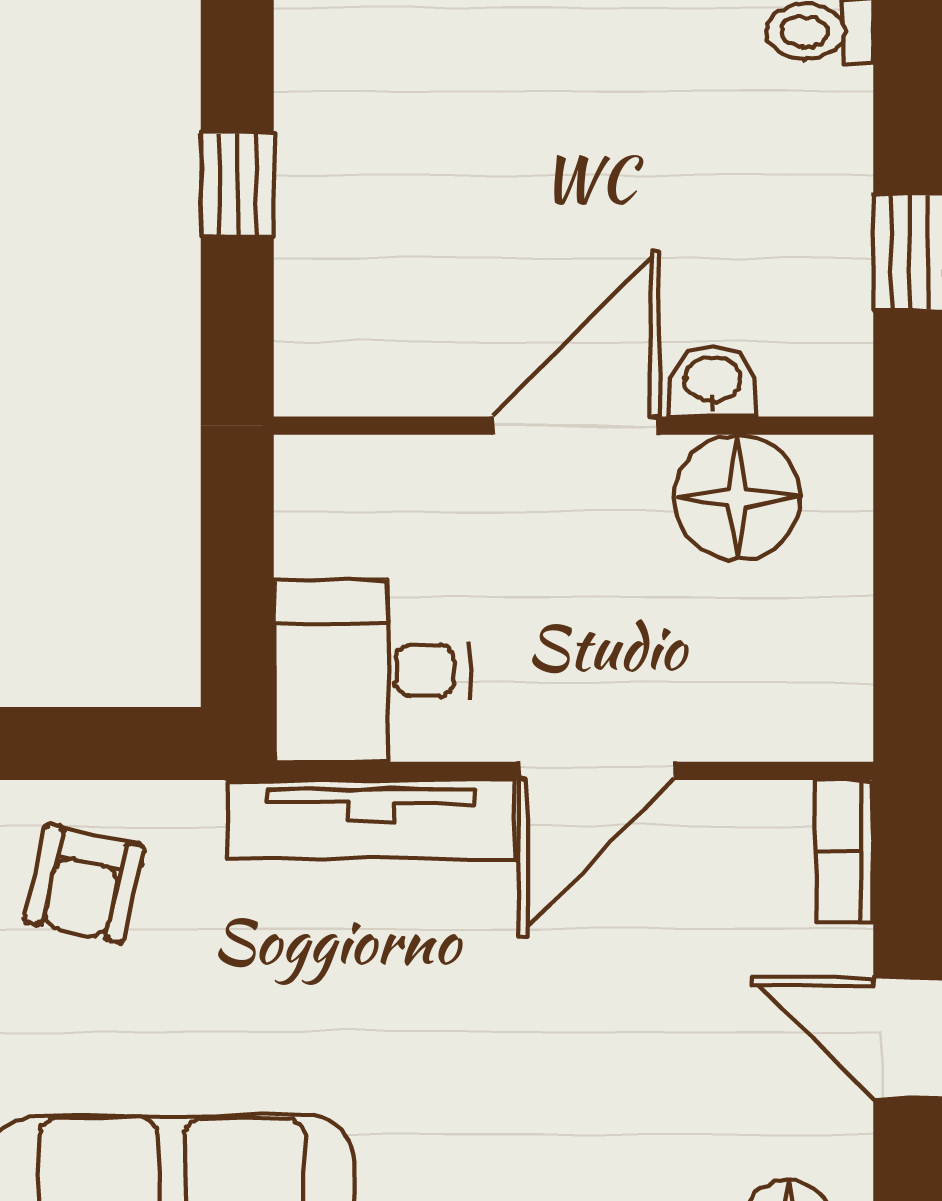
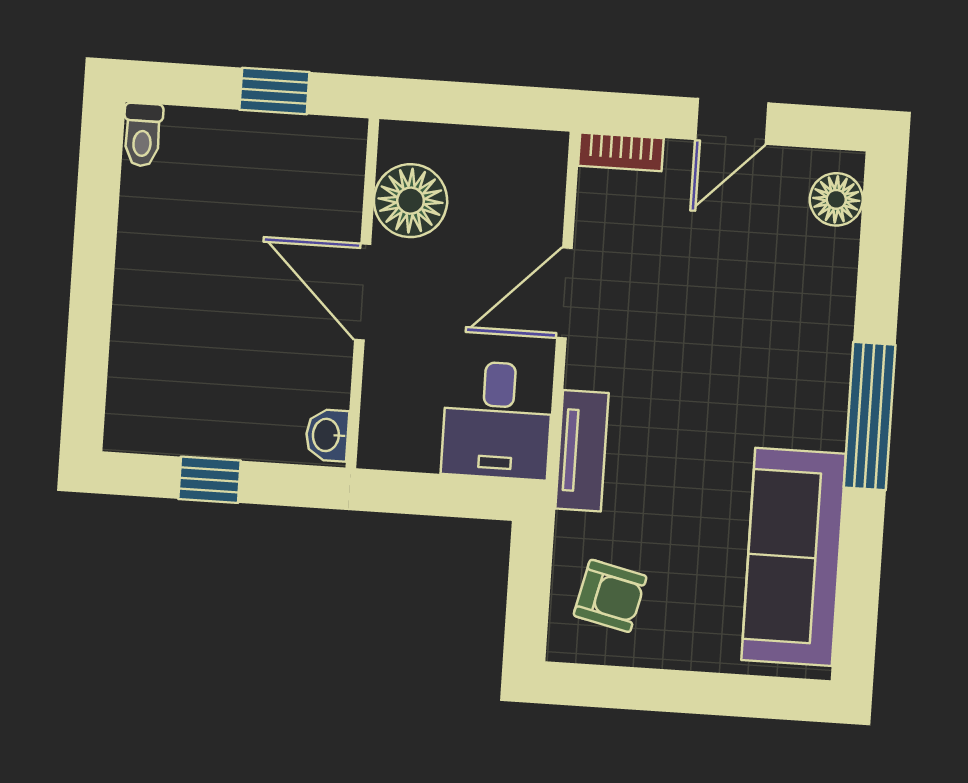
washbasin: (713, 381) -> (327, 435), moved
door: (597, 771) -> (564, 293), swing flipped
tv unit: (371, 819) -> (582, 451), width x0.71

